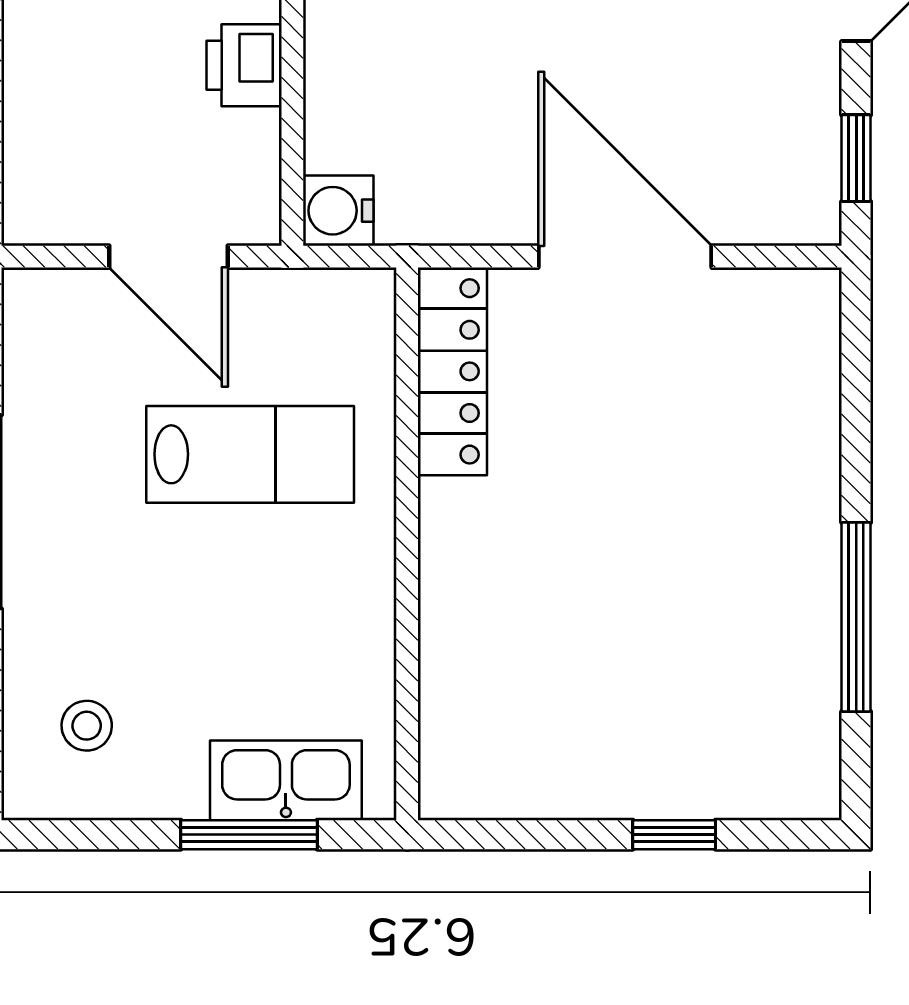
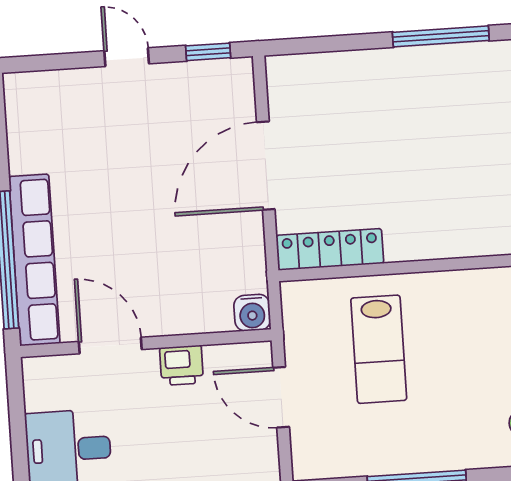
door: (168, 257) -> (281, 397), swing flipped
lab bench: (250, 454) -> (379, 349), turned 180

